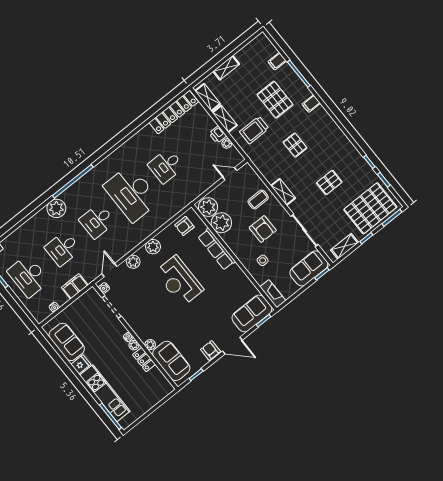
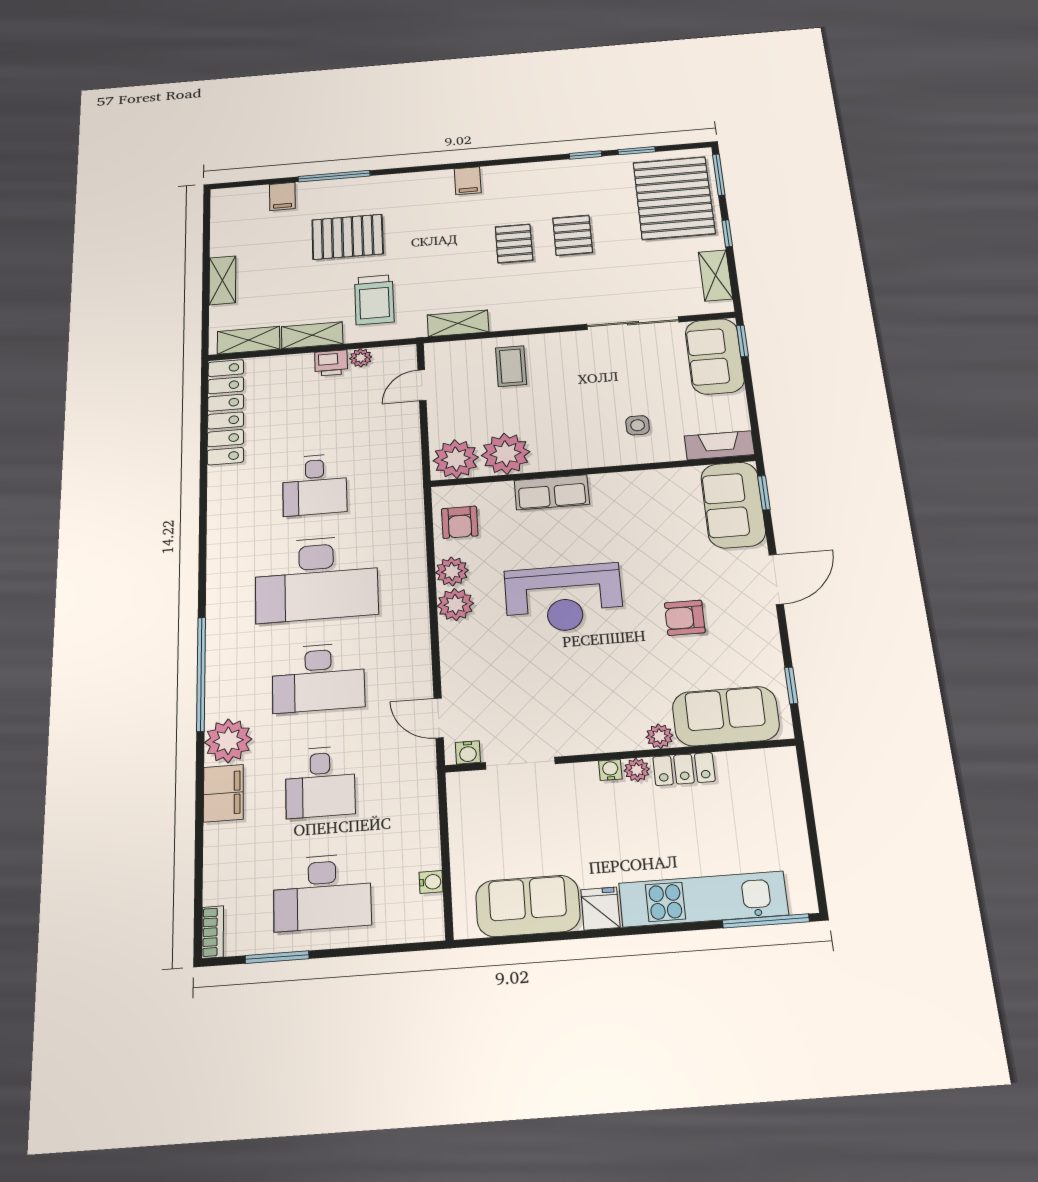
filing cabinet: (311, 104) -> (468, 181), moved
pallet: (295, 145) -> (514, 243), moved, turned 90
shelving: (283, 192) -> (458, 323), moved
desk: (97, 221) -> (318, 678), width x1.37
armchair: (263, 229) -> (575, 390), removed
row of seats: (217, 249) -> (552, 492), width x0.68
plant: (133, 262) -> (452, 571), moved
filing cabinet: (75, 286) -> (223, 793), moved, turned 180
armchair: (211, 350) -> (685, 618), moved

